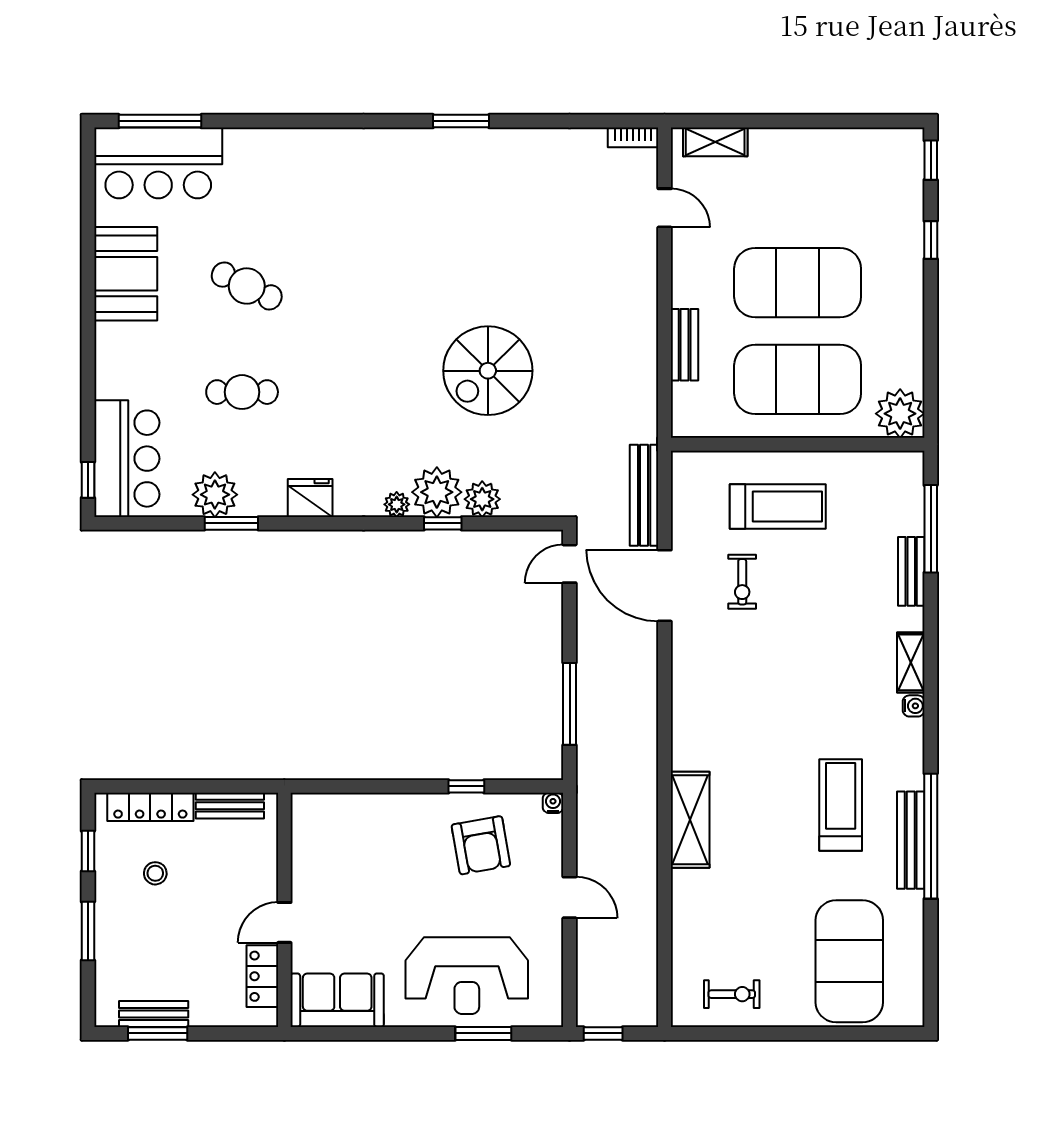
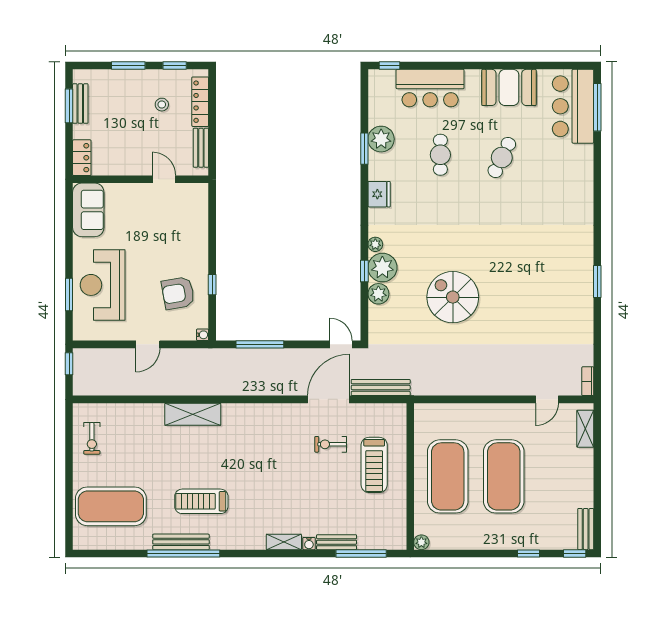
bench: (685, 345) -> (586, 529), moved, turned 90
plant: (900, 414) -> (421, 542), width x0.53, depth x0.53
bar counter: (127, 459) -> (430, 88), moved
water cooler: (914, 706) -> (309, 544), moved
treadmill: (841, 805) -> (201, 501), turned 180
door: (284, 922) -> (164, 179), moved
locker: (262, 976) -> (82, 158), moved, turned 90

